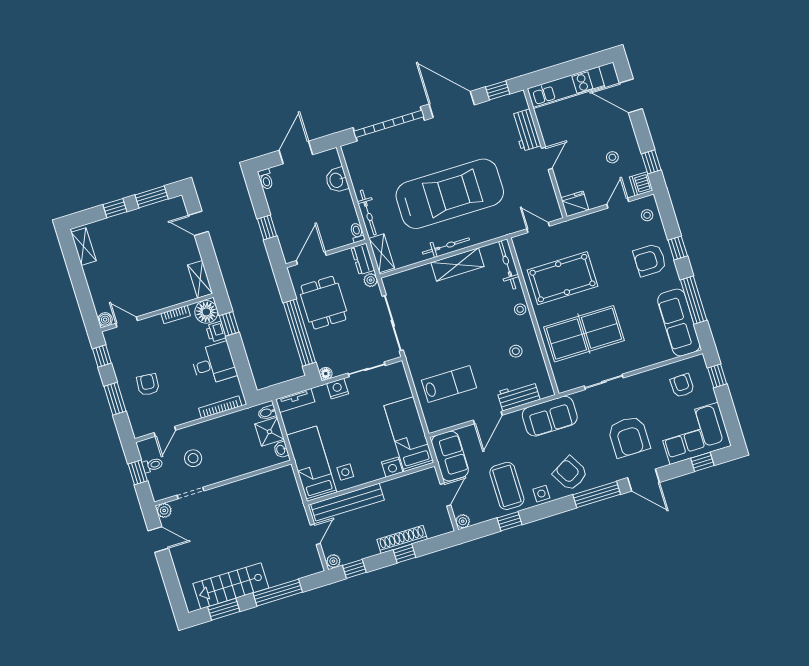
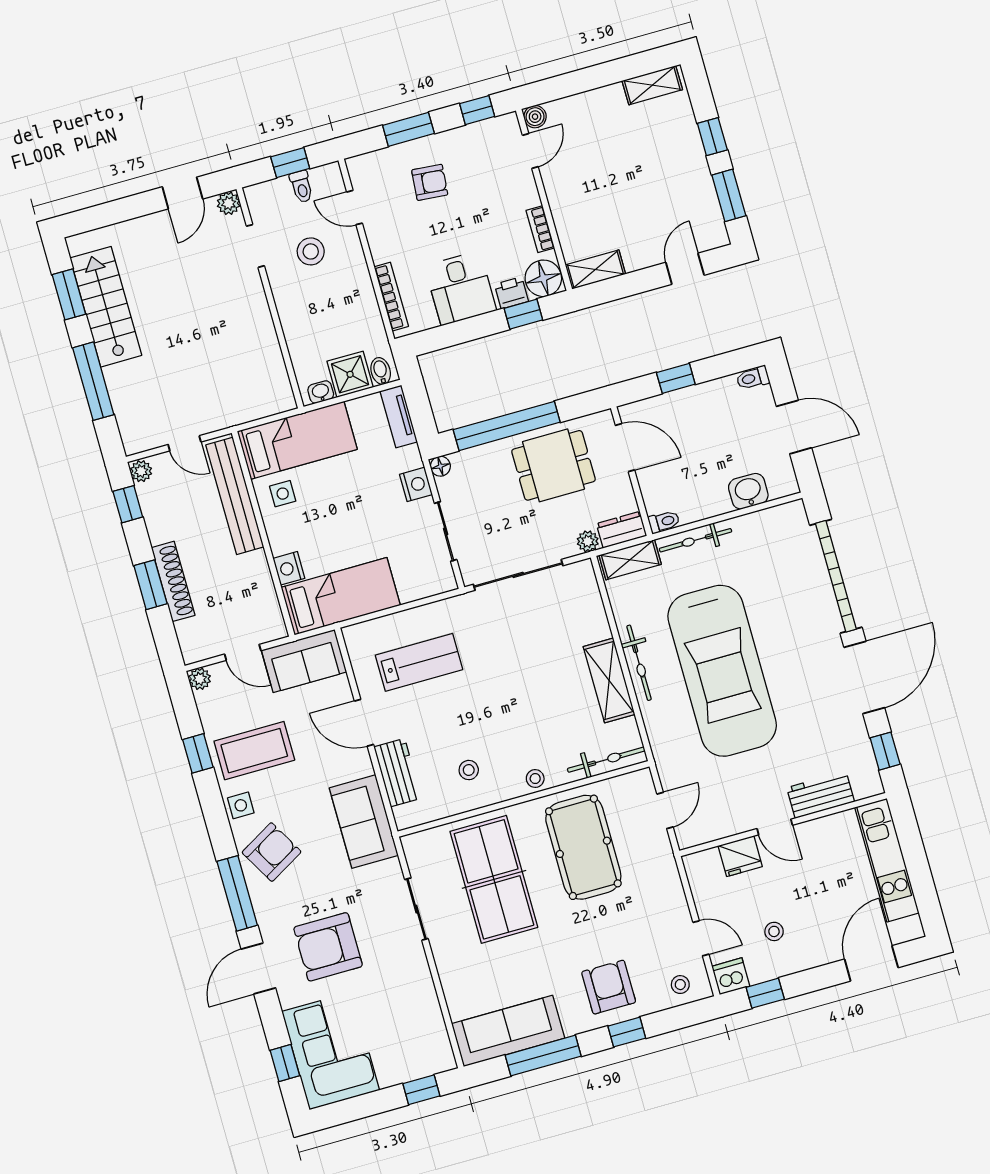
fridge: (575, 204) -> (740, 856), moved, turned 90
lab bench: (449, 384) -> (419, 662), turned -90
armchair: (682, 386) -> (407, 1034), removed
window: (404, 554) -> (150, 585), width x1.50

